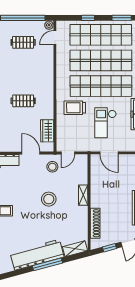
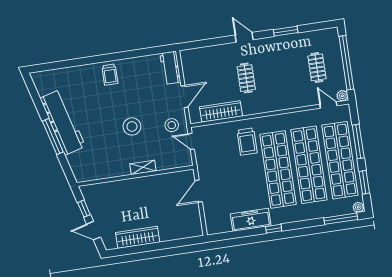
window: (88, 18) -> (358, 142), width x2.17
trolley: (75, 108) -> (247, 142), turned 180
checkout: (105, 123) -> (234, 181), removed
wardrobe: (47, 131) -> (221, 111), width x1.50
shoe rack: (95, 223) -> (111, 187), removed
shelving: (75, 249) -> (77, 167), removed

